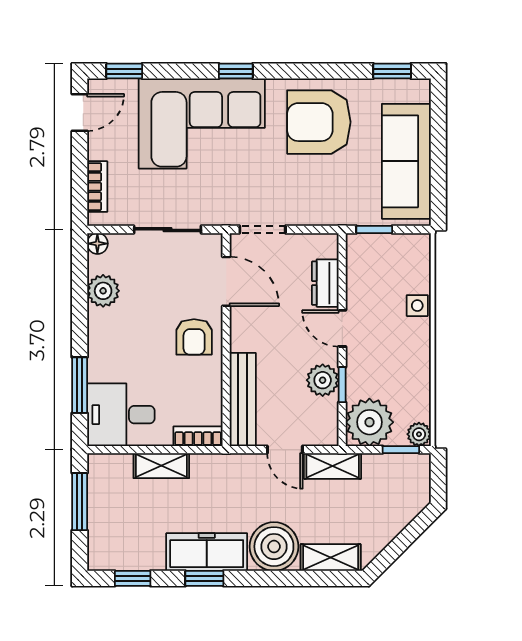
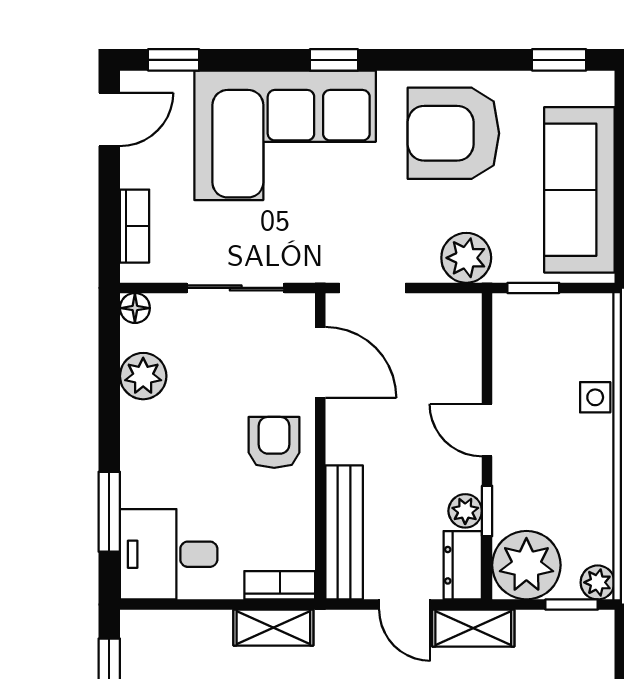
plant: (328, 209) -> (466, 258), added
dresser: (325, 283) -> (463, 565), moved
armchair: (194, 337) -> (274, 442), turned 180
plant: (323, 380) -> (465, 511), width x0.73, depth x0.73
shelving: (161, 466) -> (273, 628), moved

